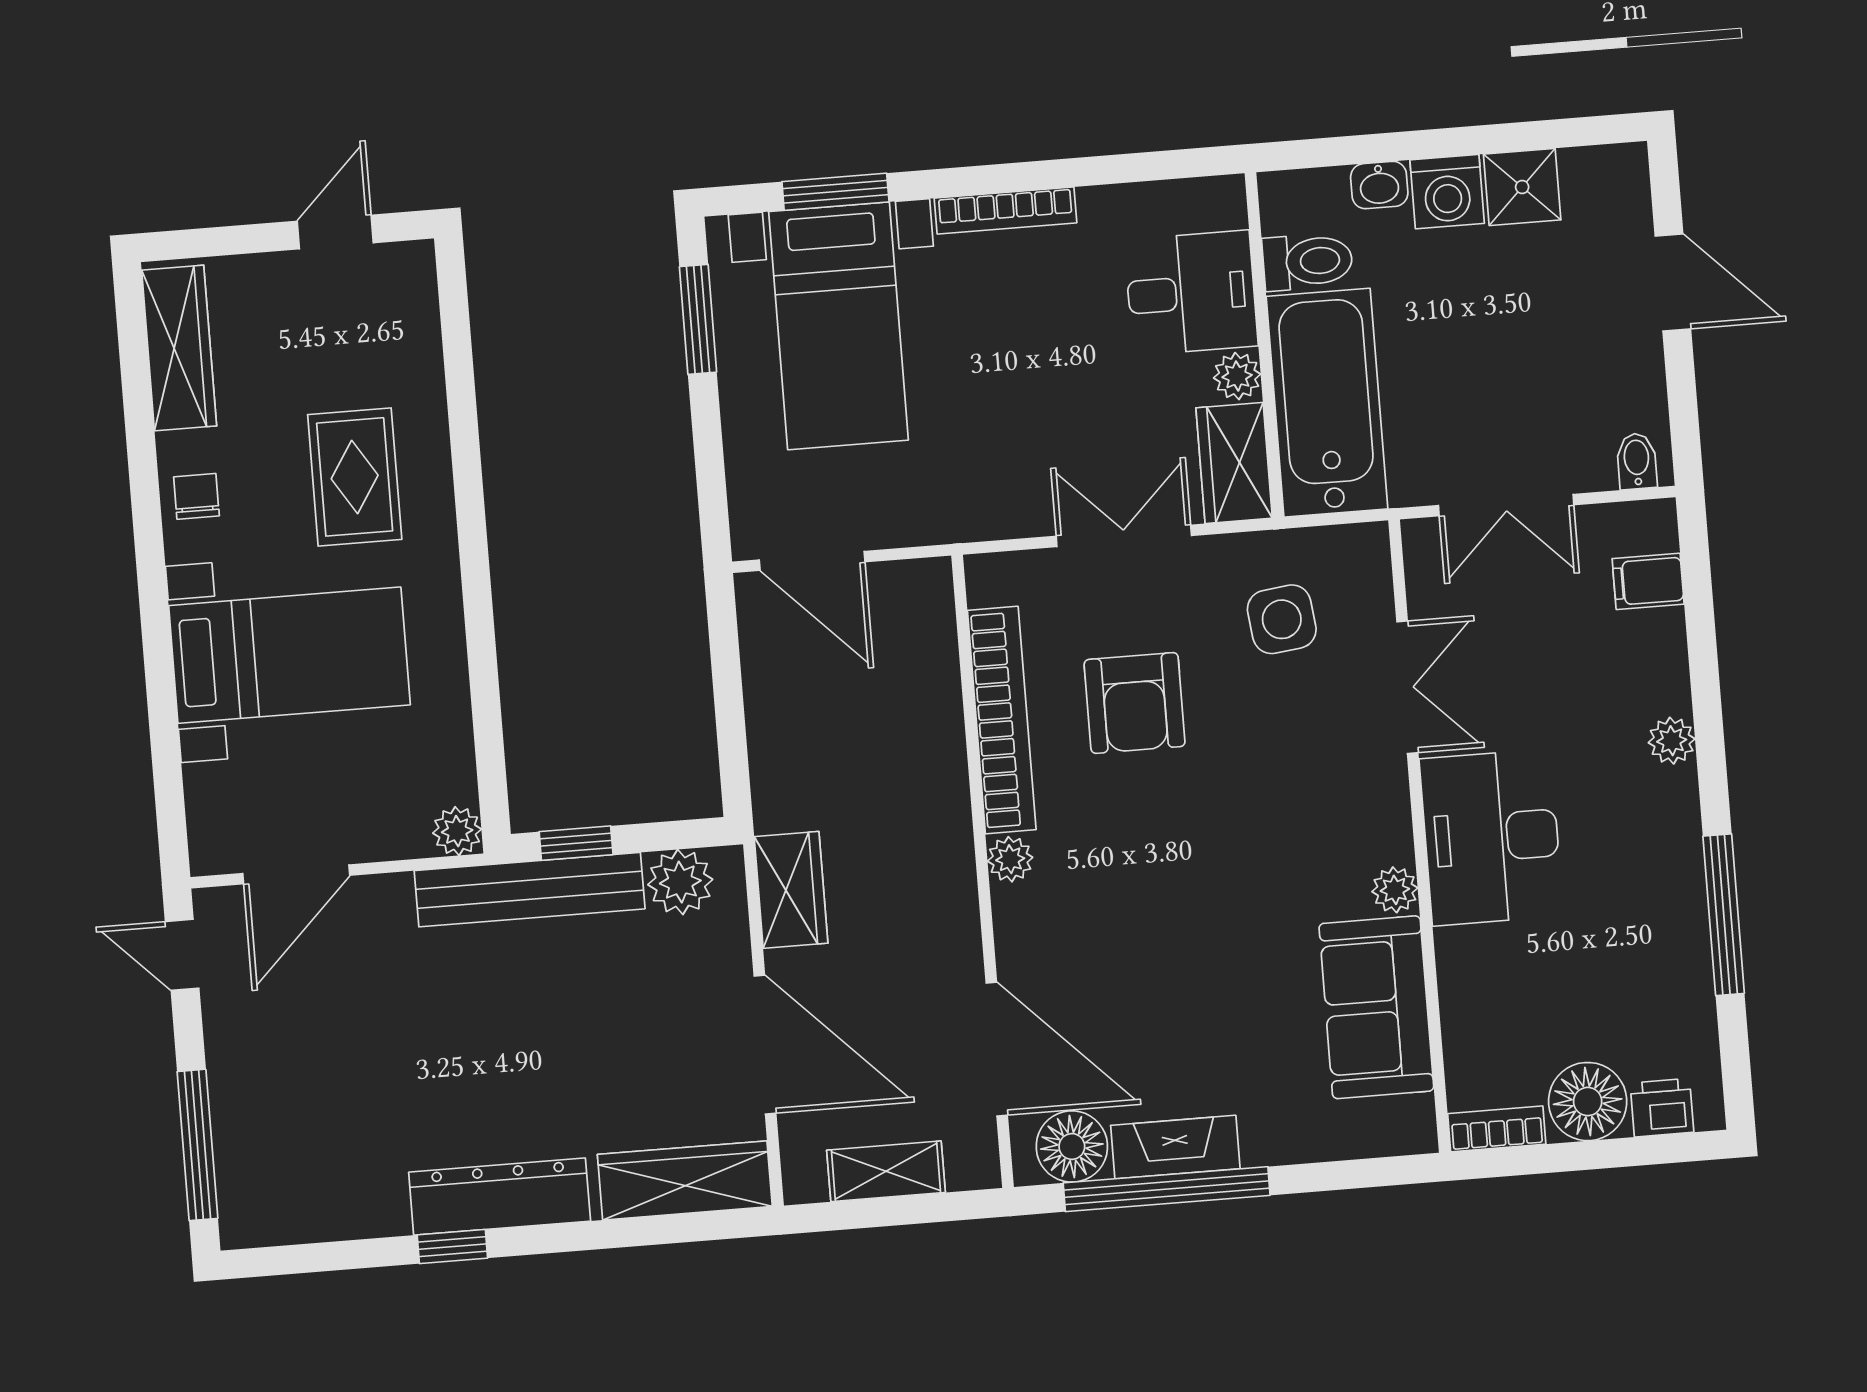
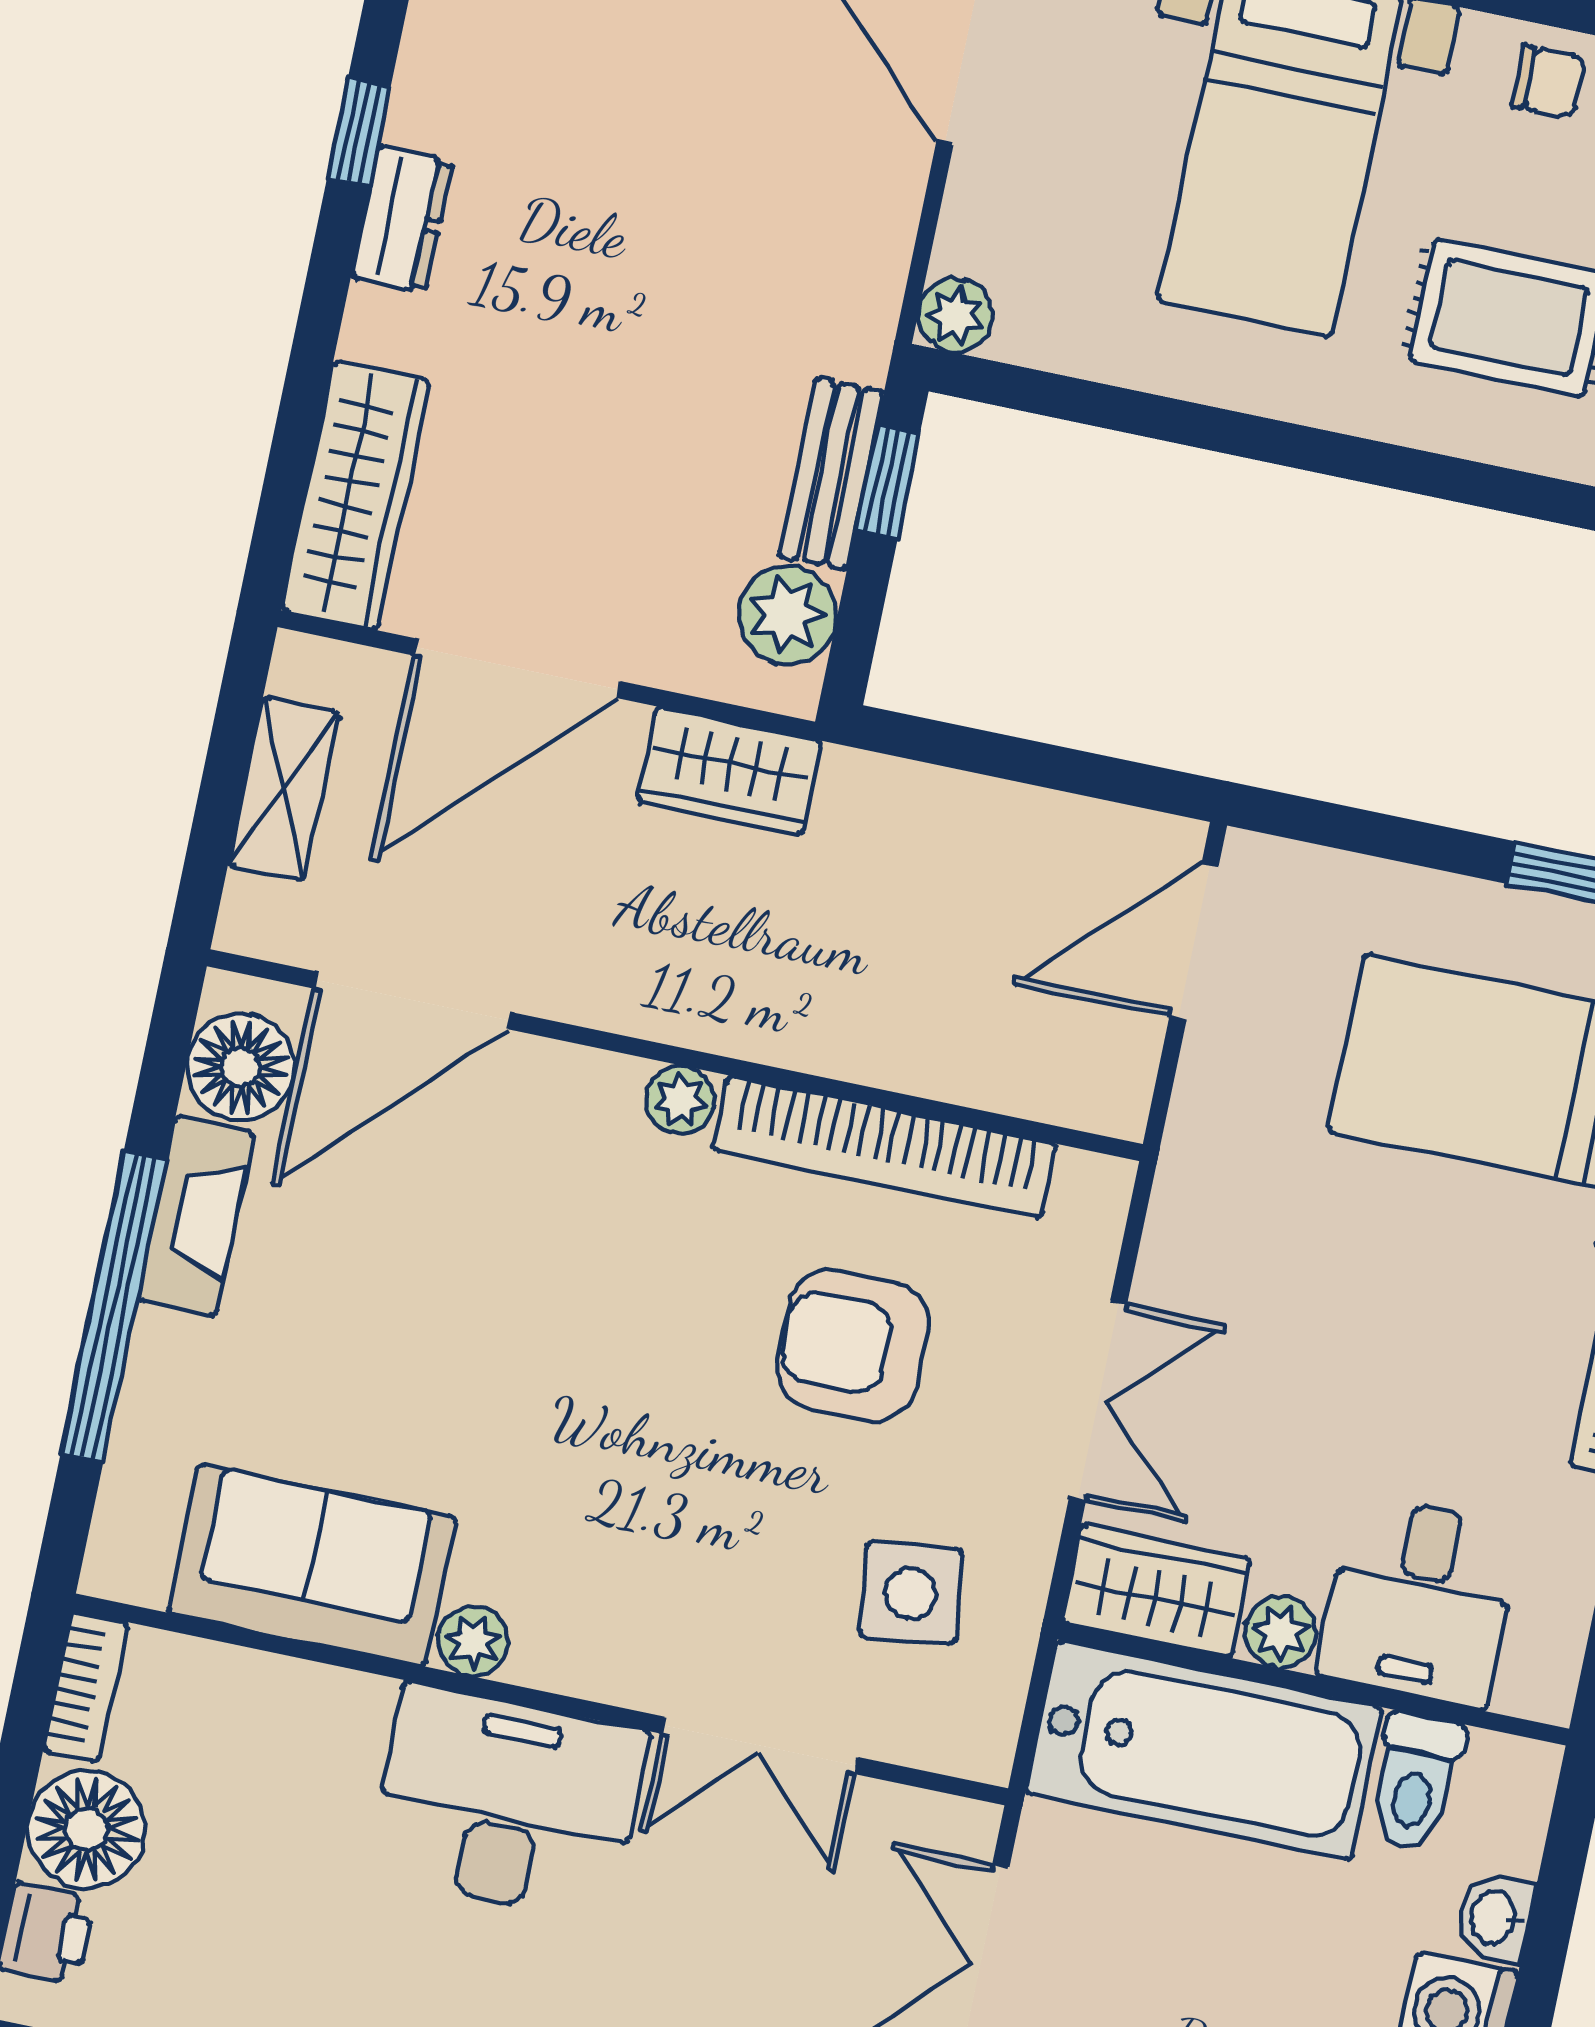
bench: (530, 890) -> (831, 474), width x0.54, depth x0.82
window: (1167, 1189) -> (114, 1306), moved
dresser: (500, 1197) -> (402, 220), width x0.51, depth x0.80

